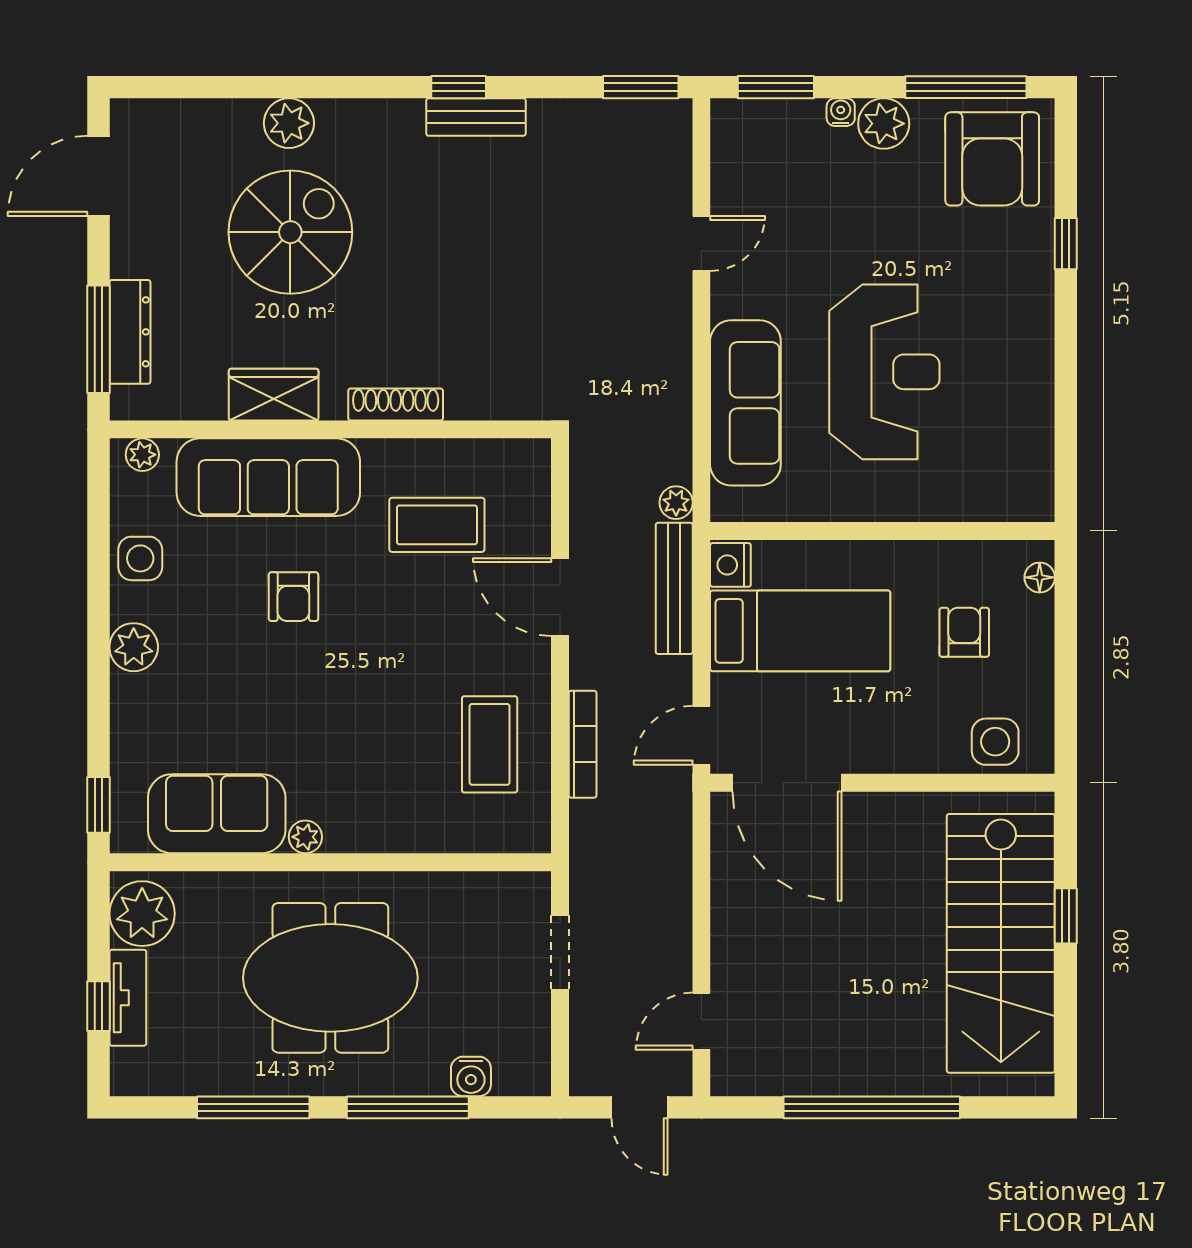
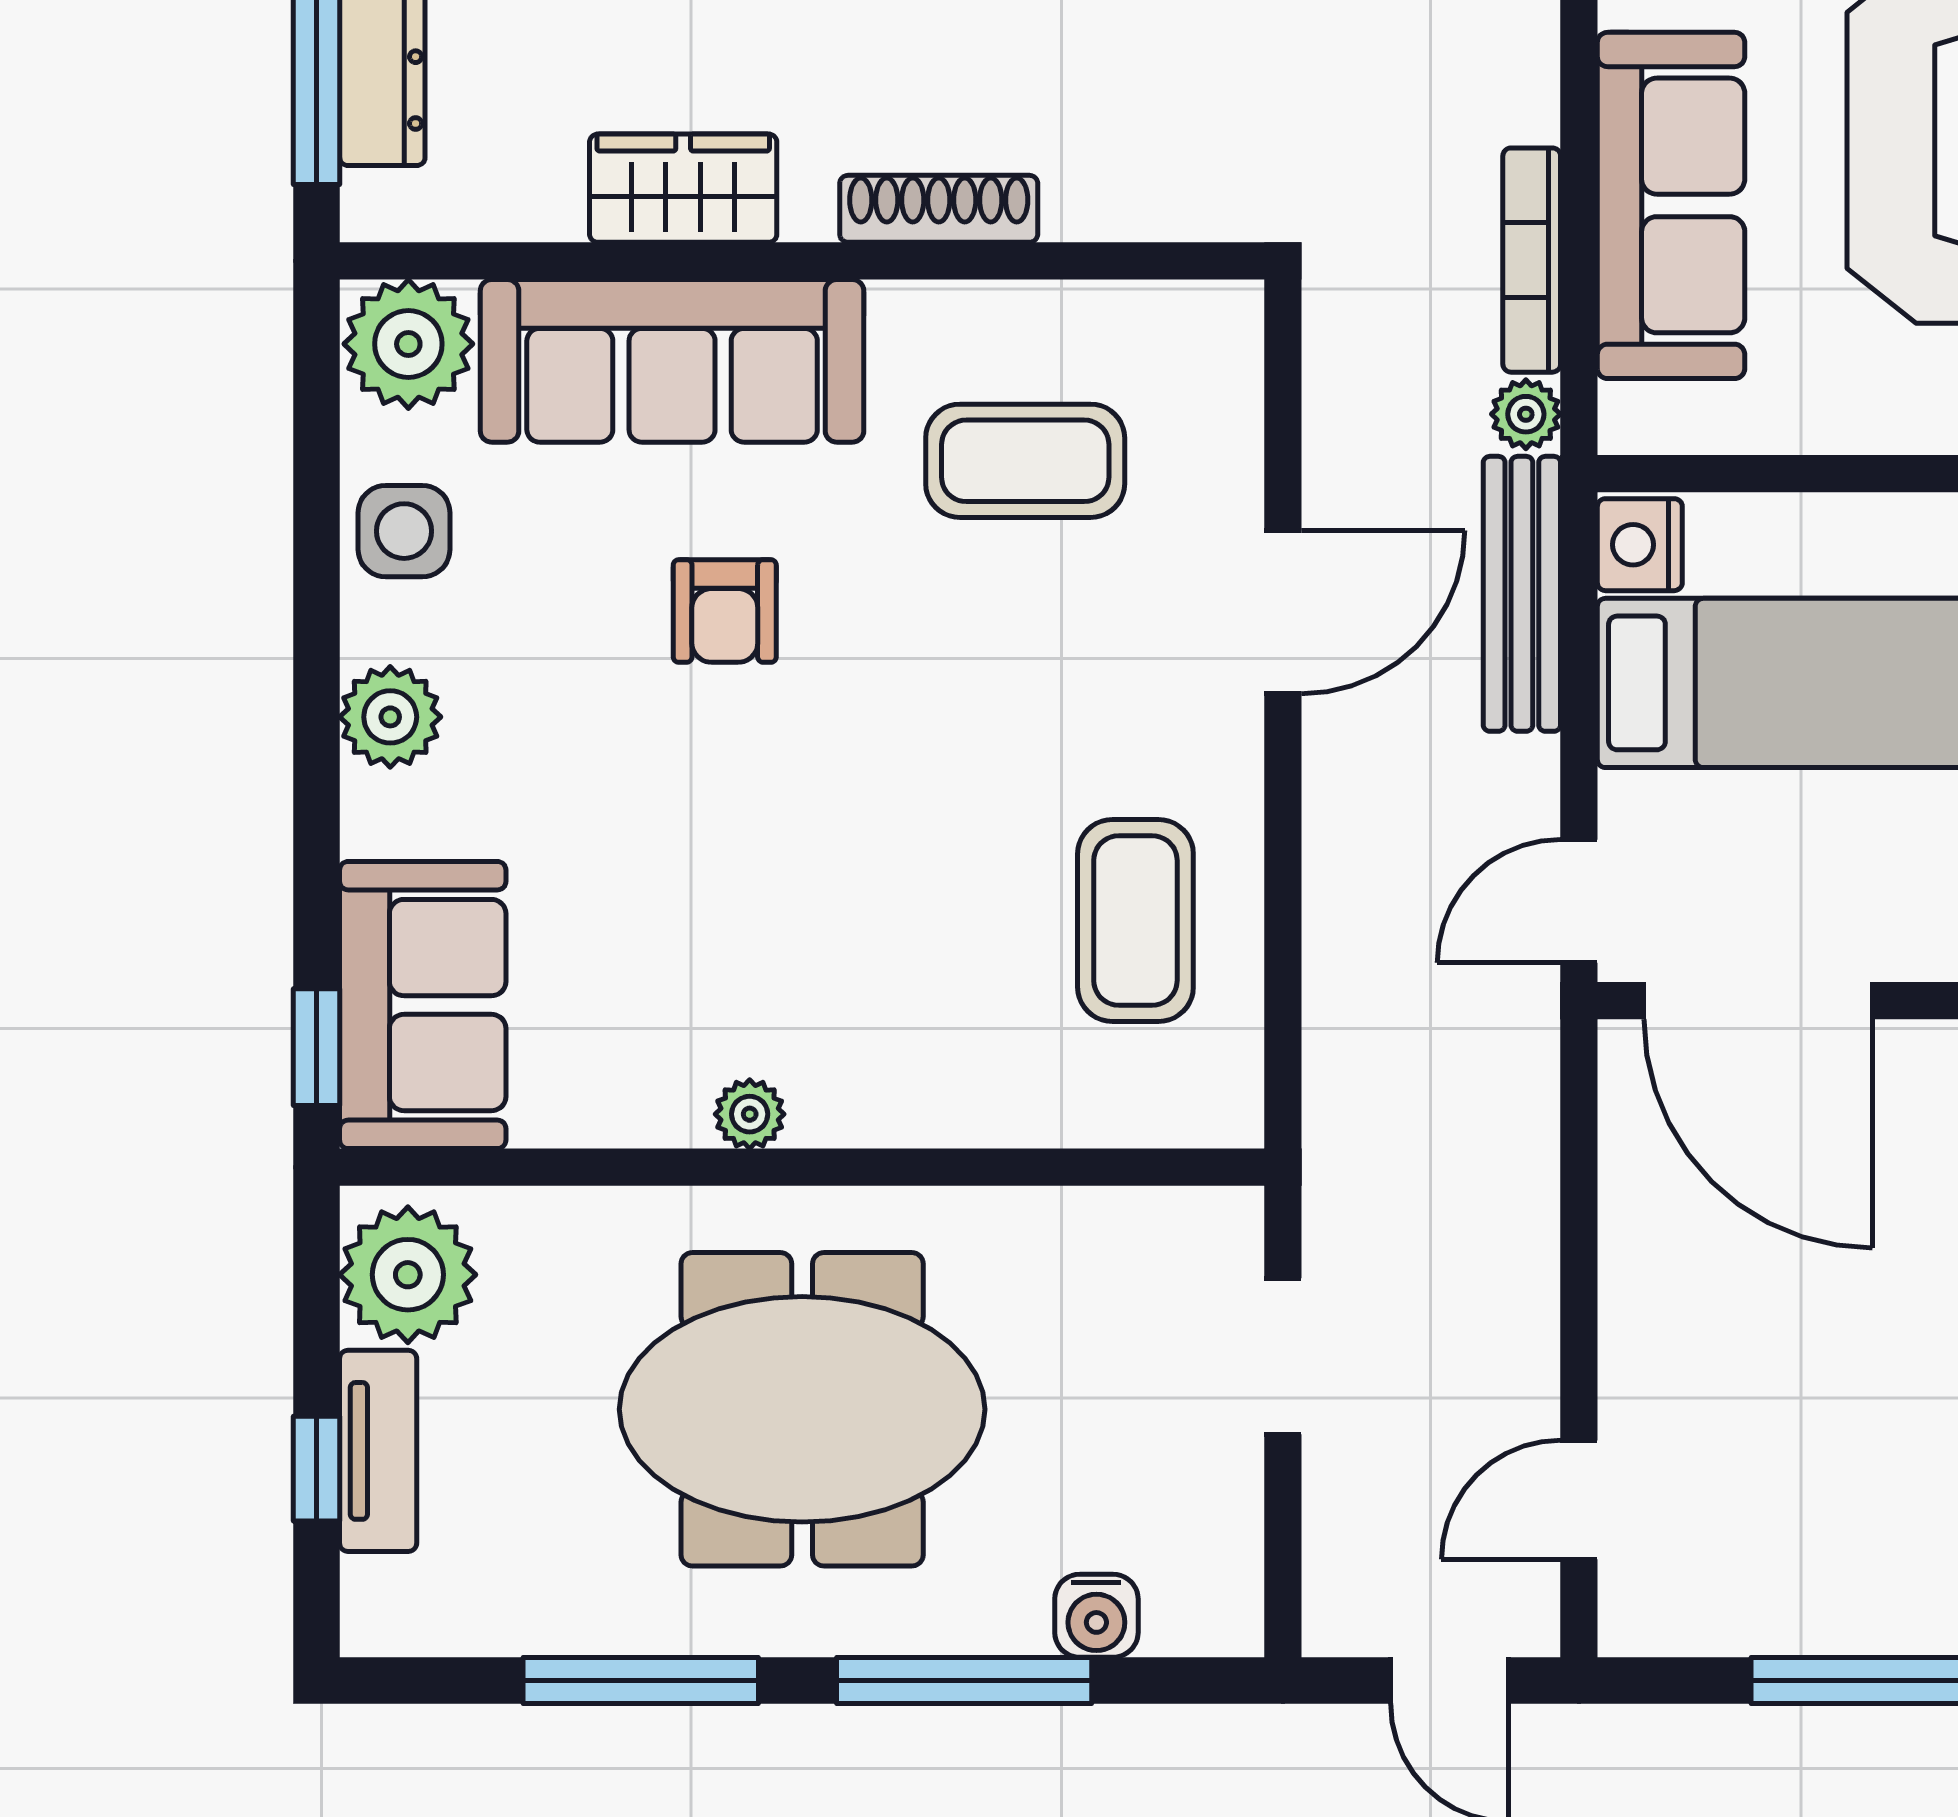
plant: (142, 455) -> (408, 344), width x1.87, depth x1.87
door: (560, 597) -> (1283, 612), swing flipped
bookcase: (583, 744) -> (1532, 260), moved, turned 180
sofa: (217, 814) -> (423, 1005), moved, turned 90

